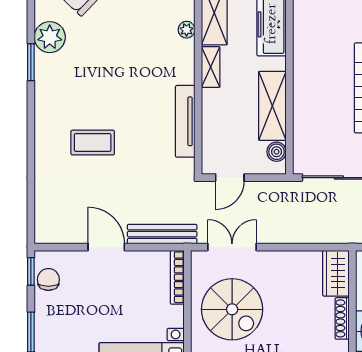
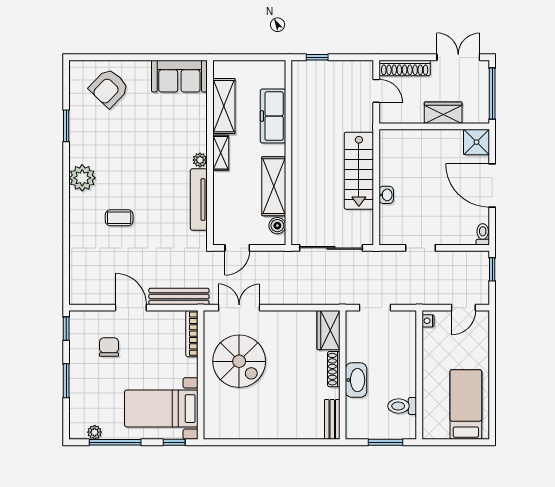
plant: (187, 30) -> (200, 160), moved
plant: (50, 37) -> (82, 178), moved
window: (31, 62) -> (66, 126), moved
coffee table: (93, 143) -> (119, 218), width x0.73, depth x0.77
chair: (48, 279) -> (109, 347), moved

